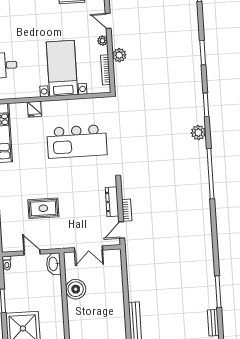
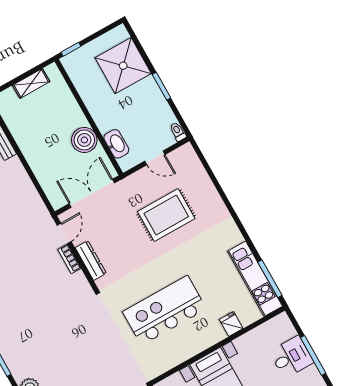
rug: (43, 208) -> (166, 215), width x1.36, depth x1.43
double door: (88, 249) -> (92, 193), width x1.37
washbasin: (54, 264) -> (116, 144), moved

